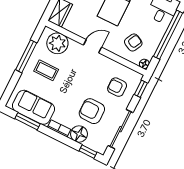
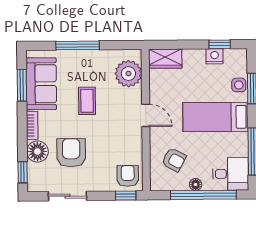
window: (26, 56) -> (78, 45), moved
floor lamp: (144, 64) -> (196, 185), moved
coffee table: (46, 70) -> (87, 101), moved
armchair: (117, 87) -> (128, 176), moved
sliding door: (121, 129) -> (67, 196), width x0.73

